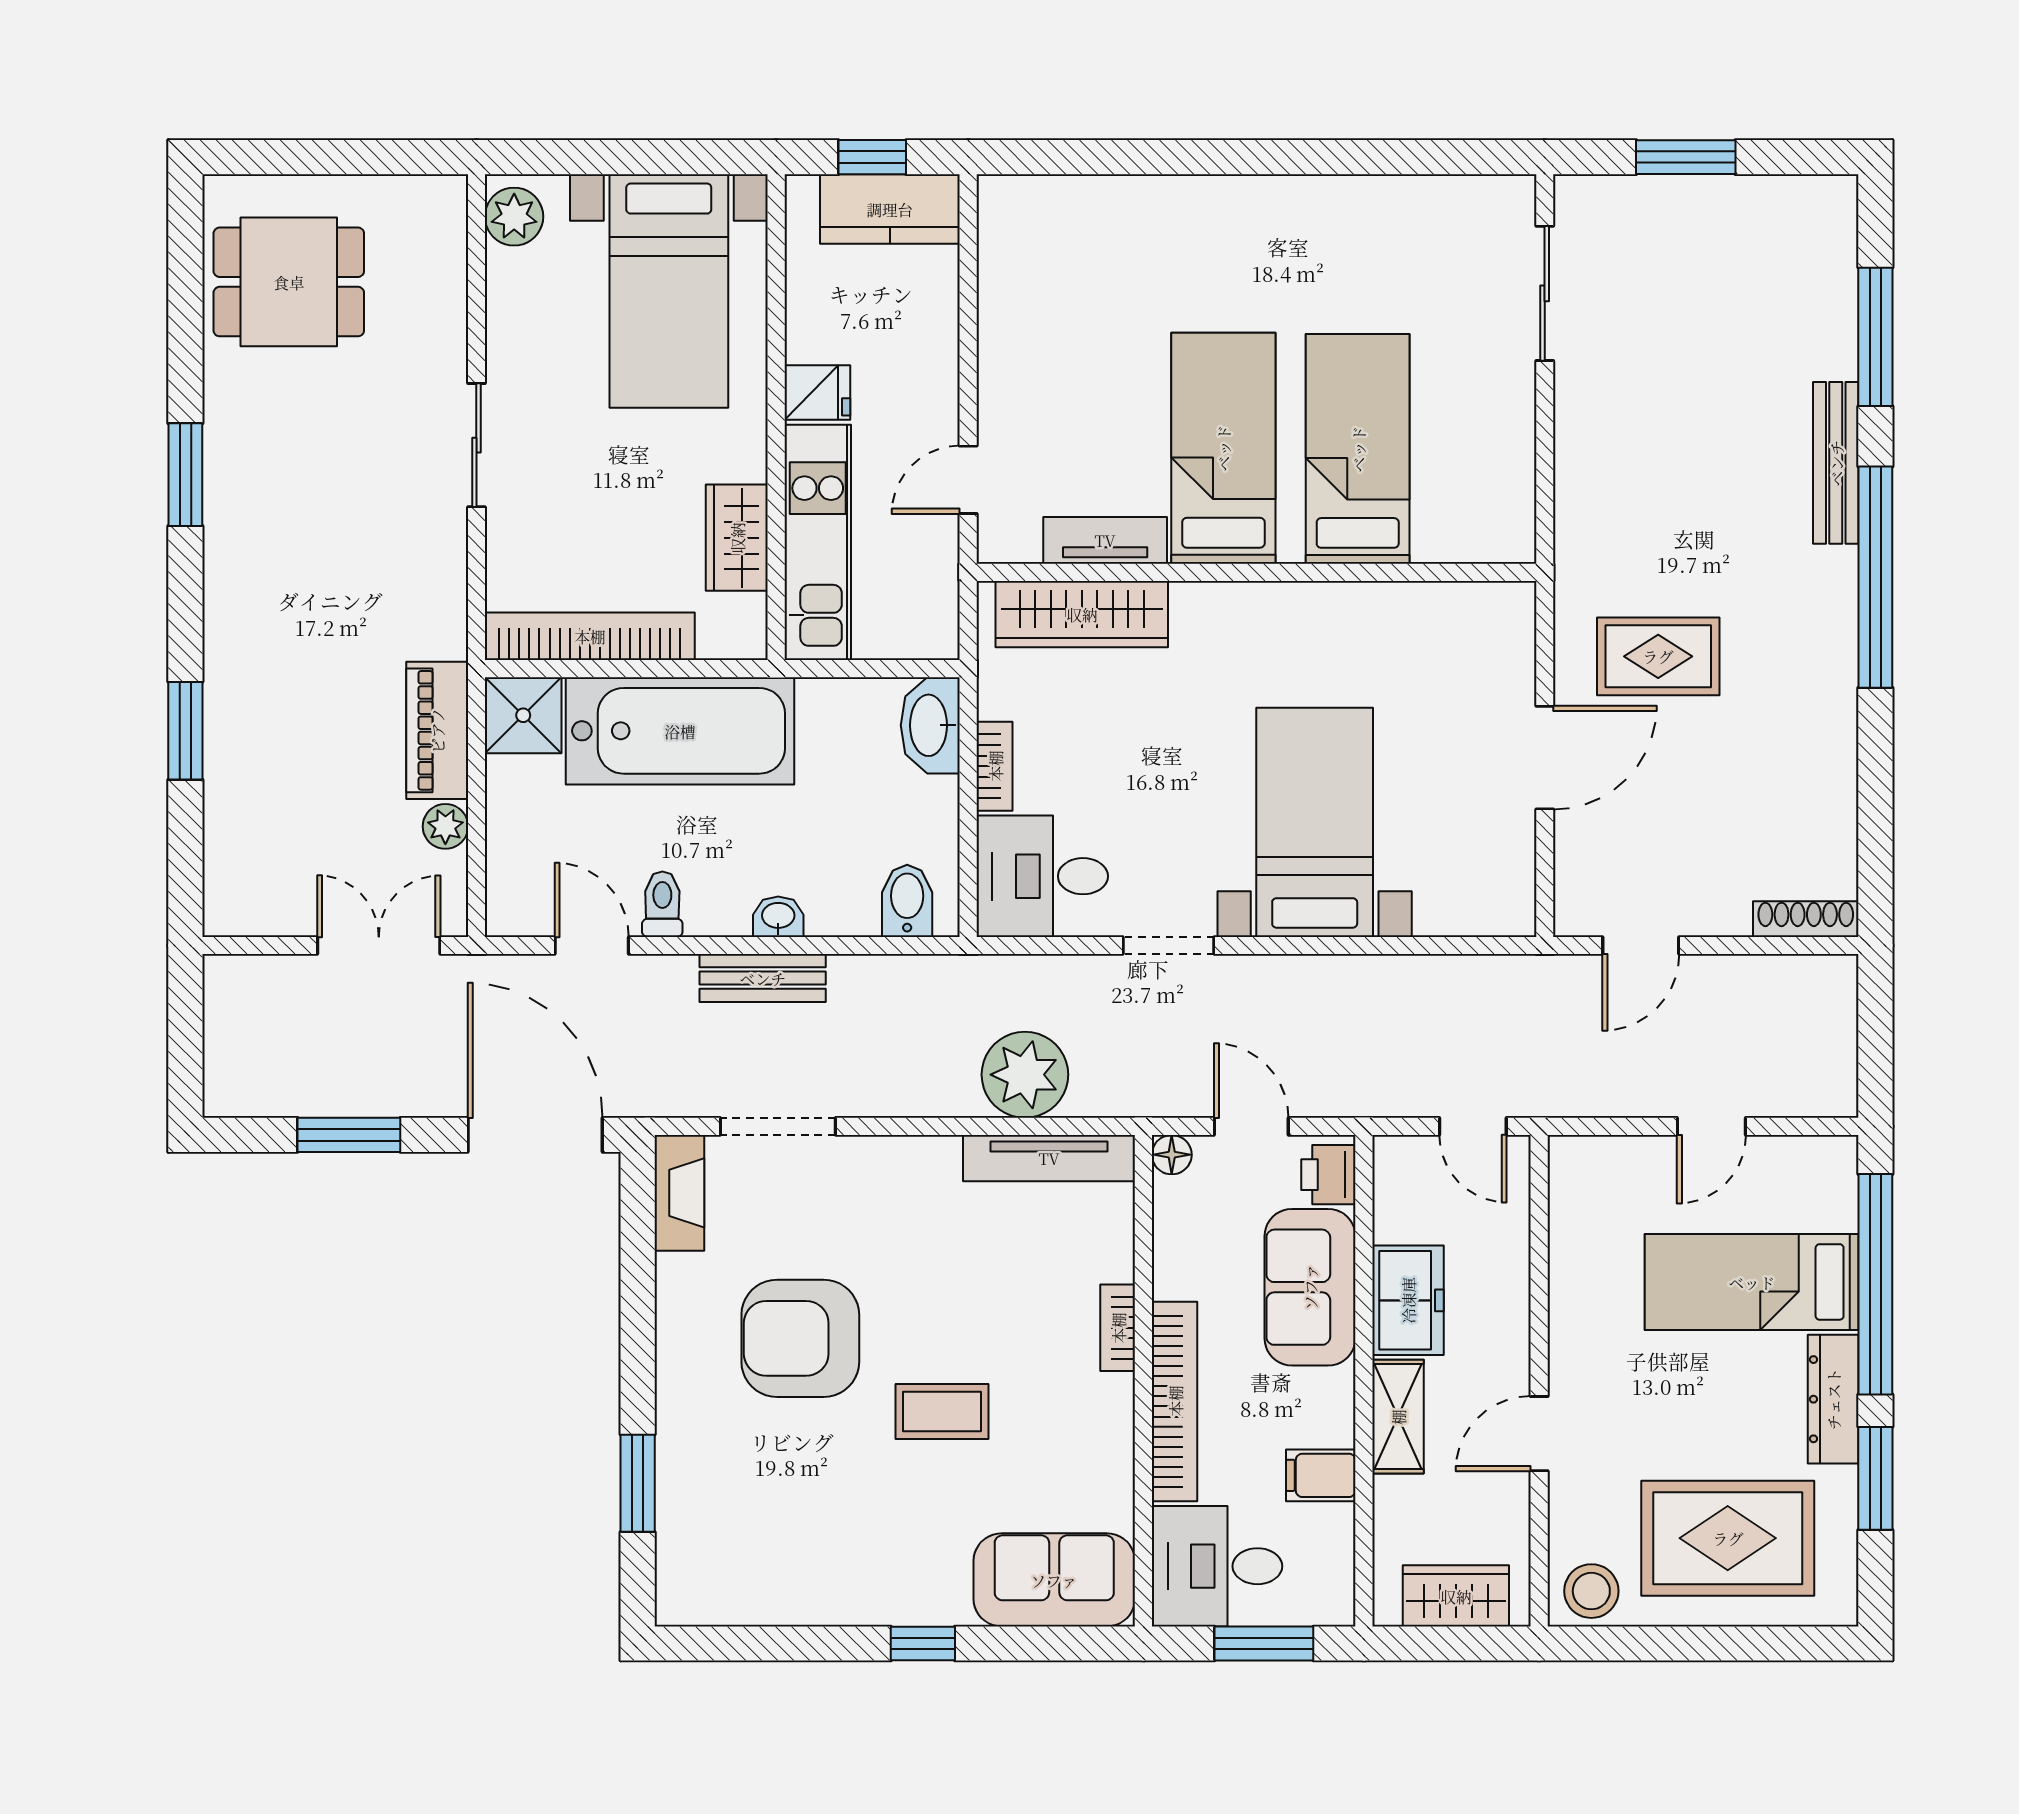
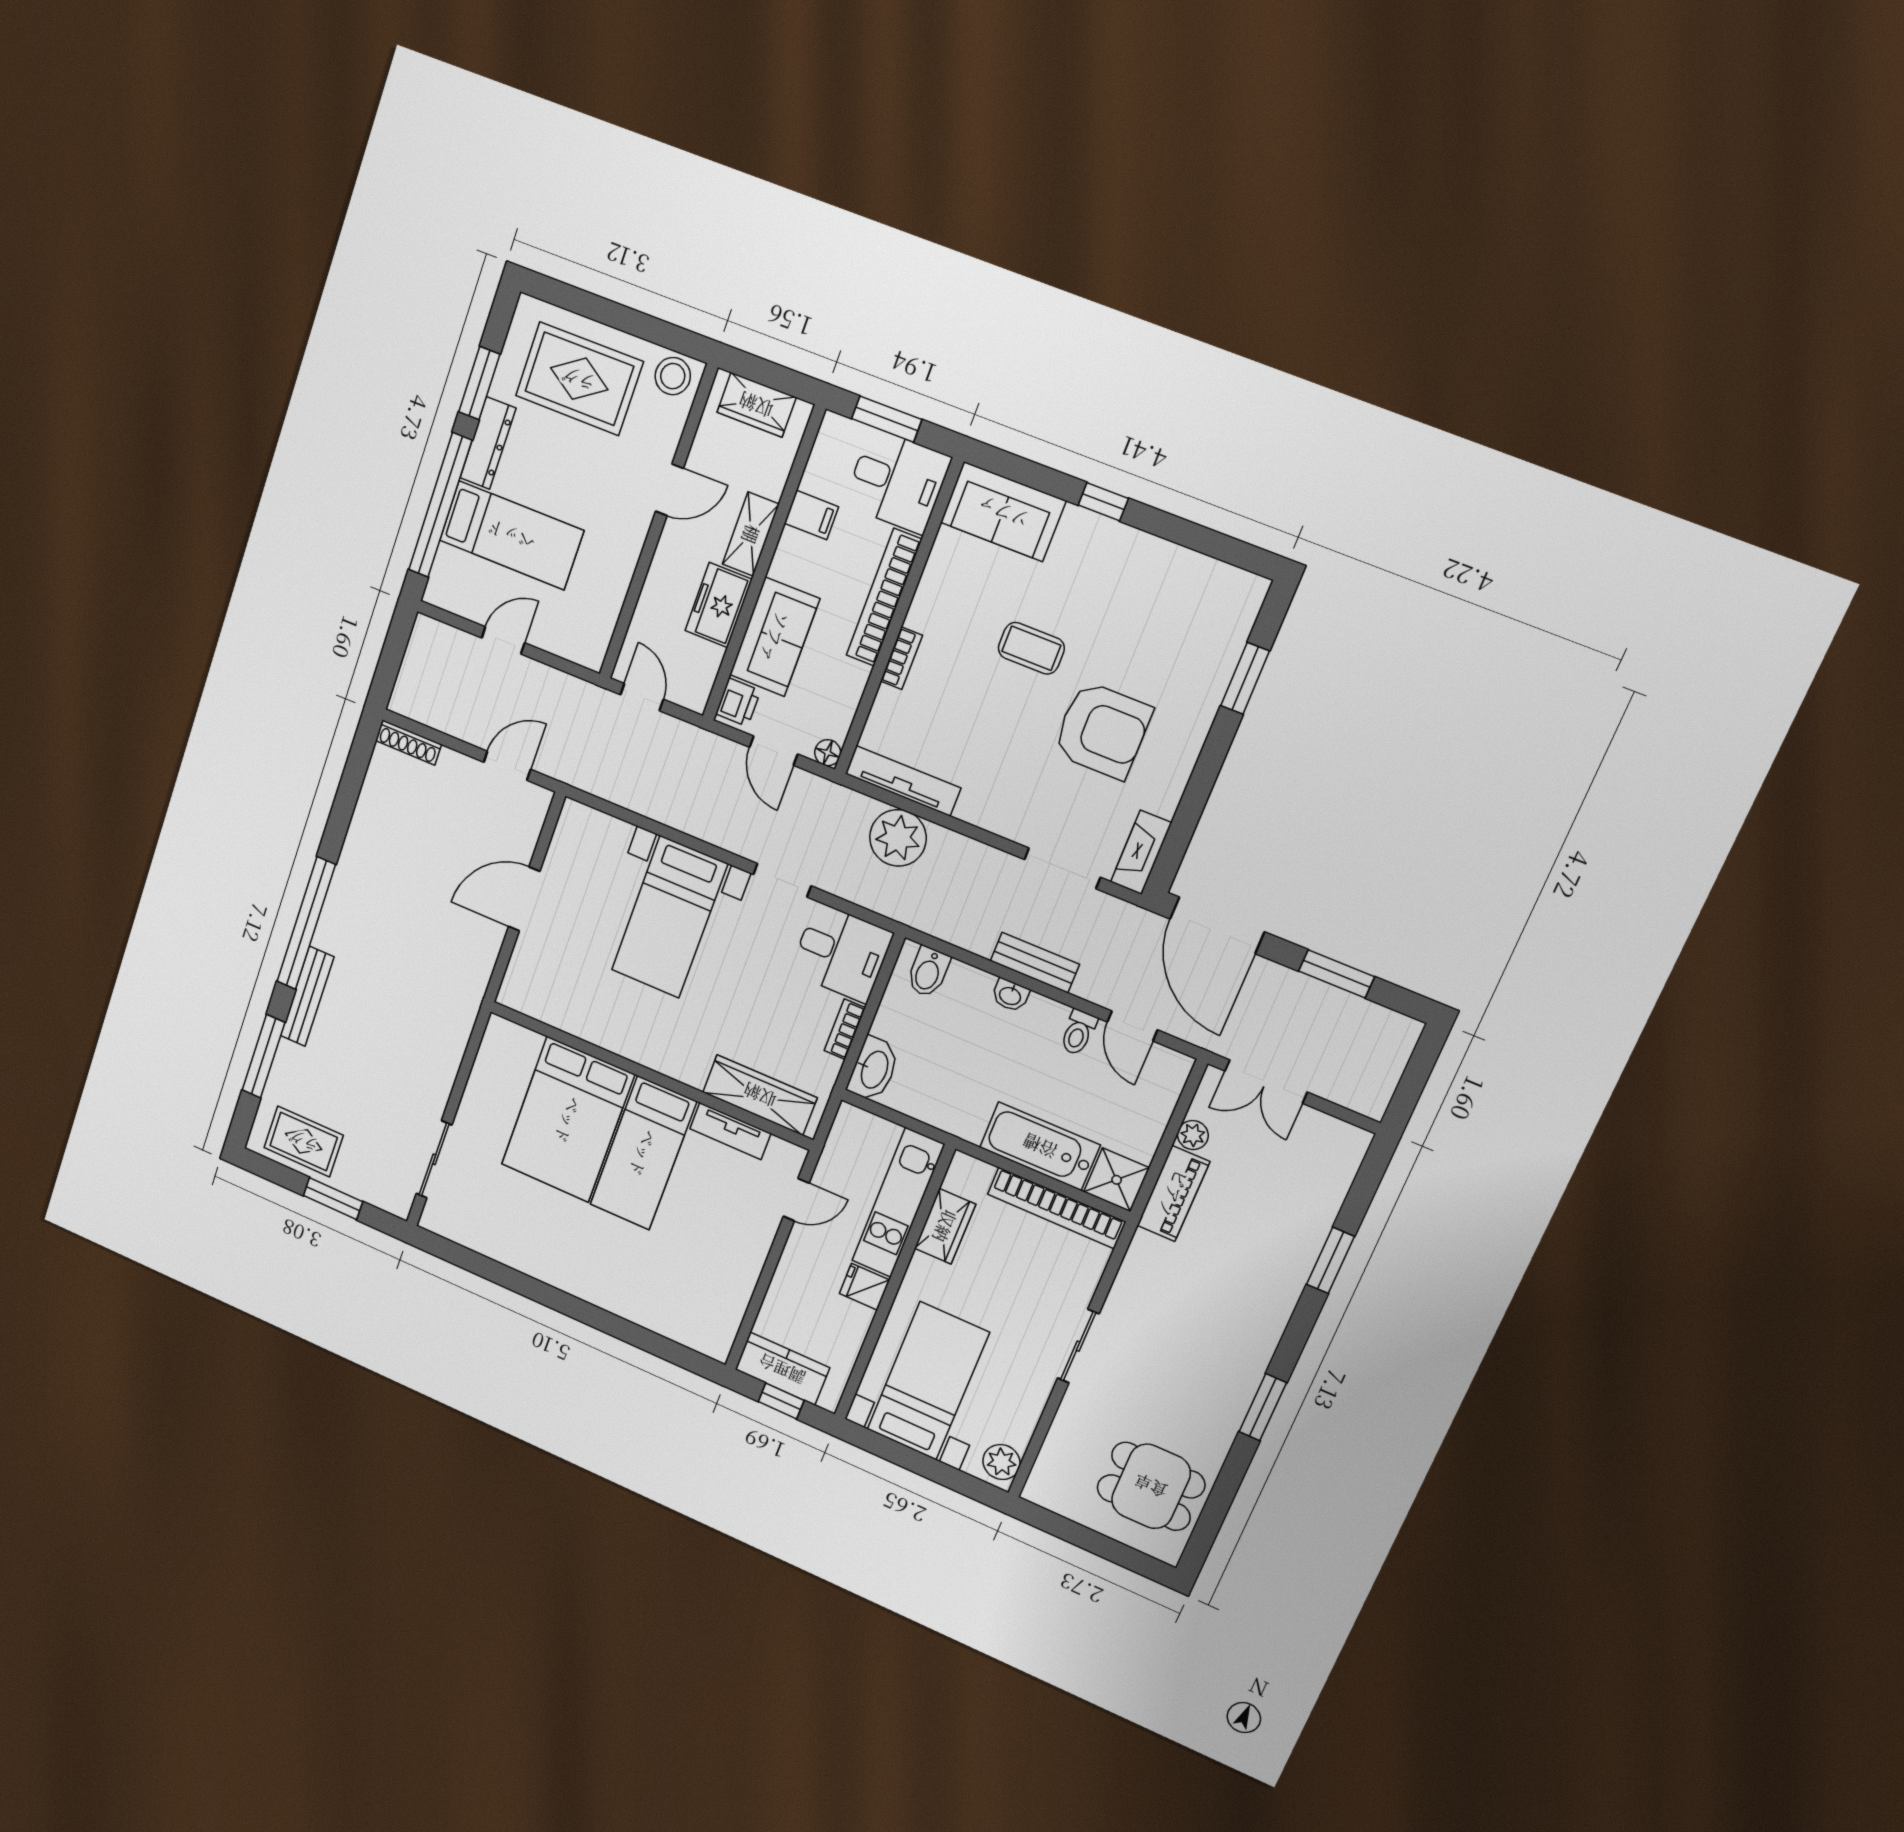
bed: (1358, 449) -> (568, 1120), width x1.50
rug: (1658, 656) -> (304, 1141), moved
bathtub: (680, 731) -> (1040, 1146), width x0.73, depth x0.73

